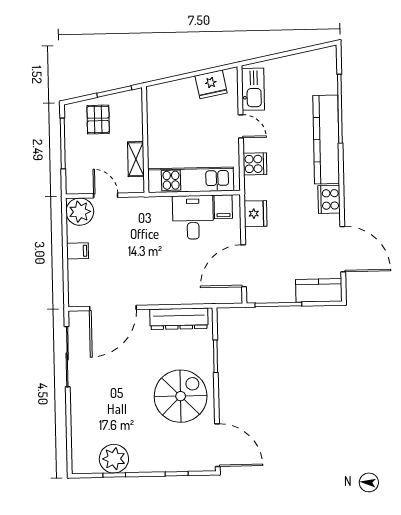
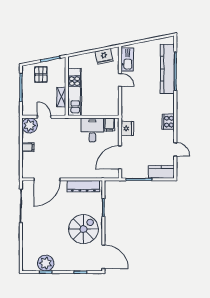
kitchen counter: (326, 140) -> (167, 69), moved
cooker: (255, 164) -> (127, 101), removed
kitchen unit: (191, 180) -> (75, 92), moved, turned 90
door: (343, 249) -> (175, 149), width x0.53

